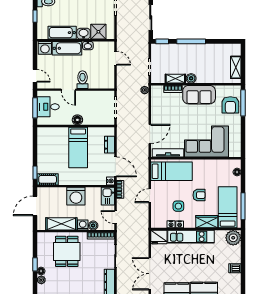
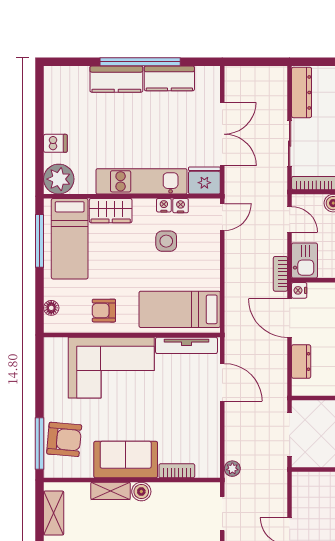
shelving: (175, 79) -> (111, 491), moved
armchair: (230, 105) -> (64, 439), turned 95
door: (150, 134) -> (222, 382), swing flipped
armchair: (199, 195) -> (104, 311), moved
door: (150, 196) -> (222, 217), moved
dishwasher: (235, 268) -> (55, 143), moved
double door: (150, 274) -> (222, 134), moved

